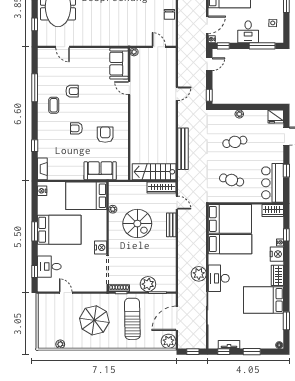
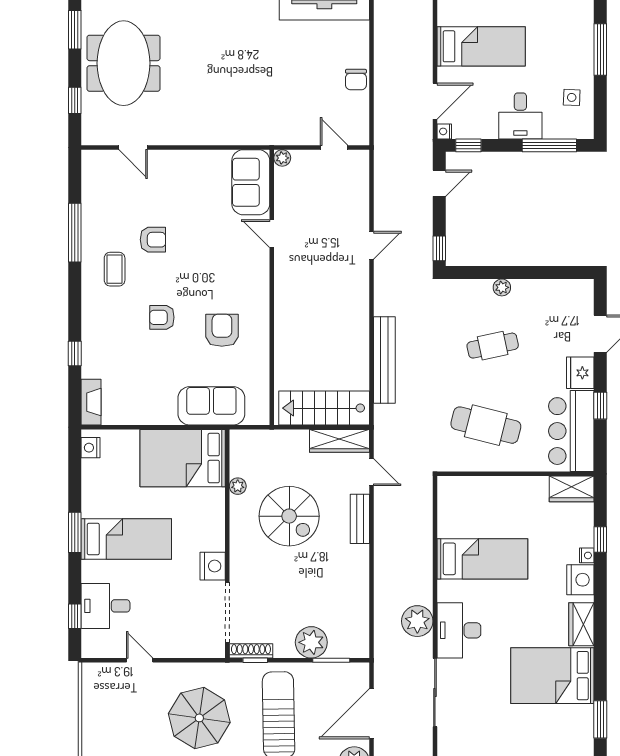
fridge: (276, 116) -> (580, 373), moved, turned 90
cafe table: (232, 180) -> (486, 425), width x1.37, depth x1.35
bed: (230, 219) -> (482, 506), removed
bed: (59, 230) -> (126, 539), width x0.67

